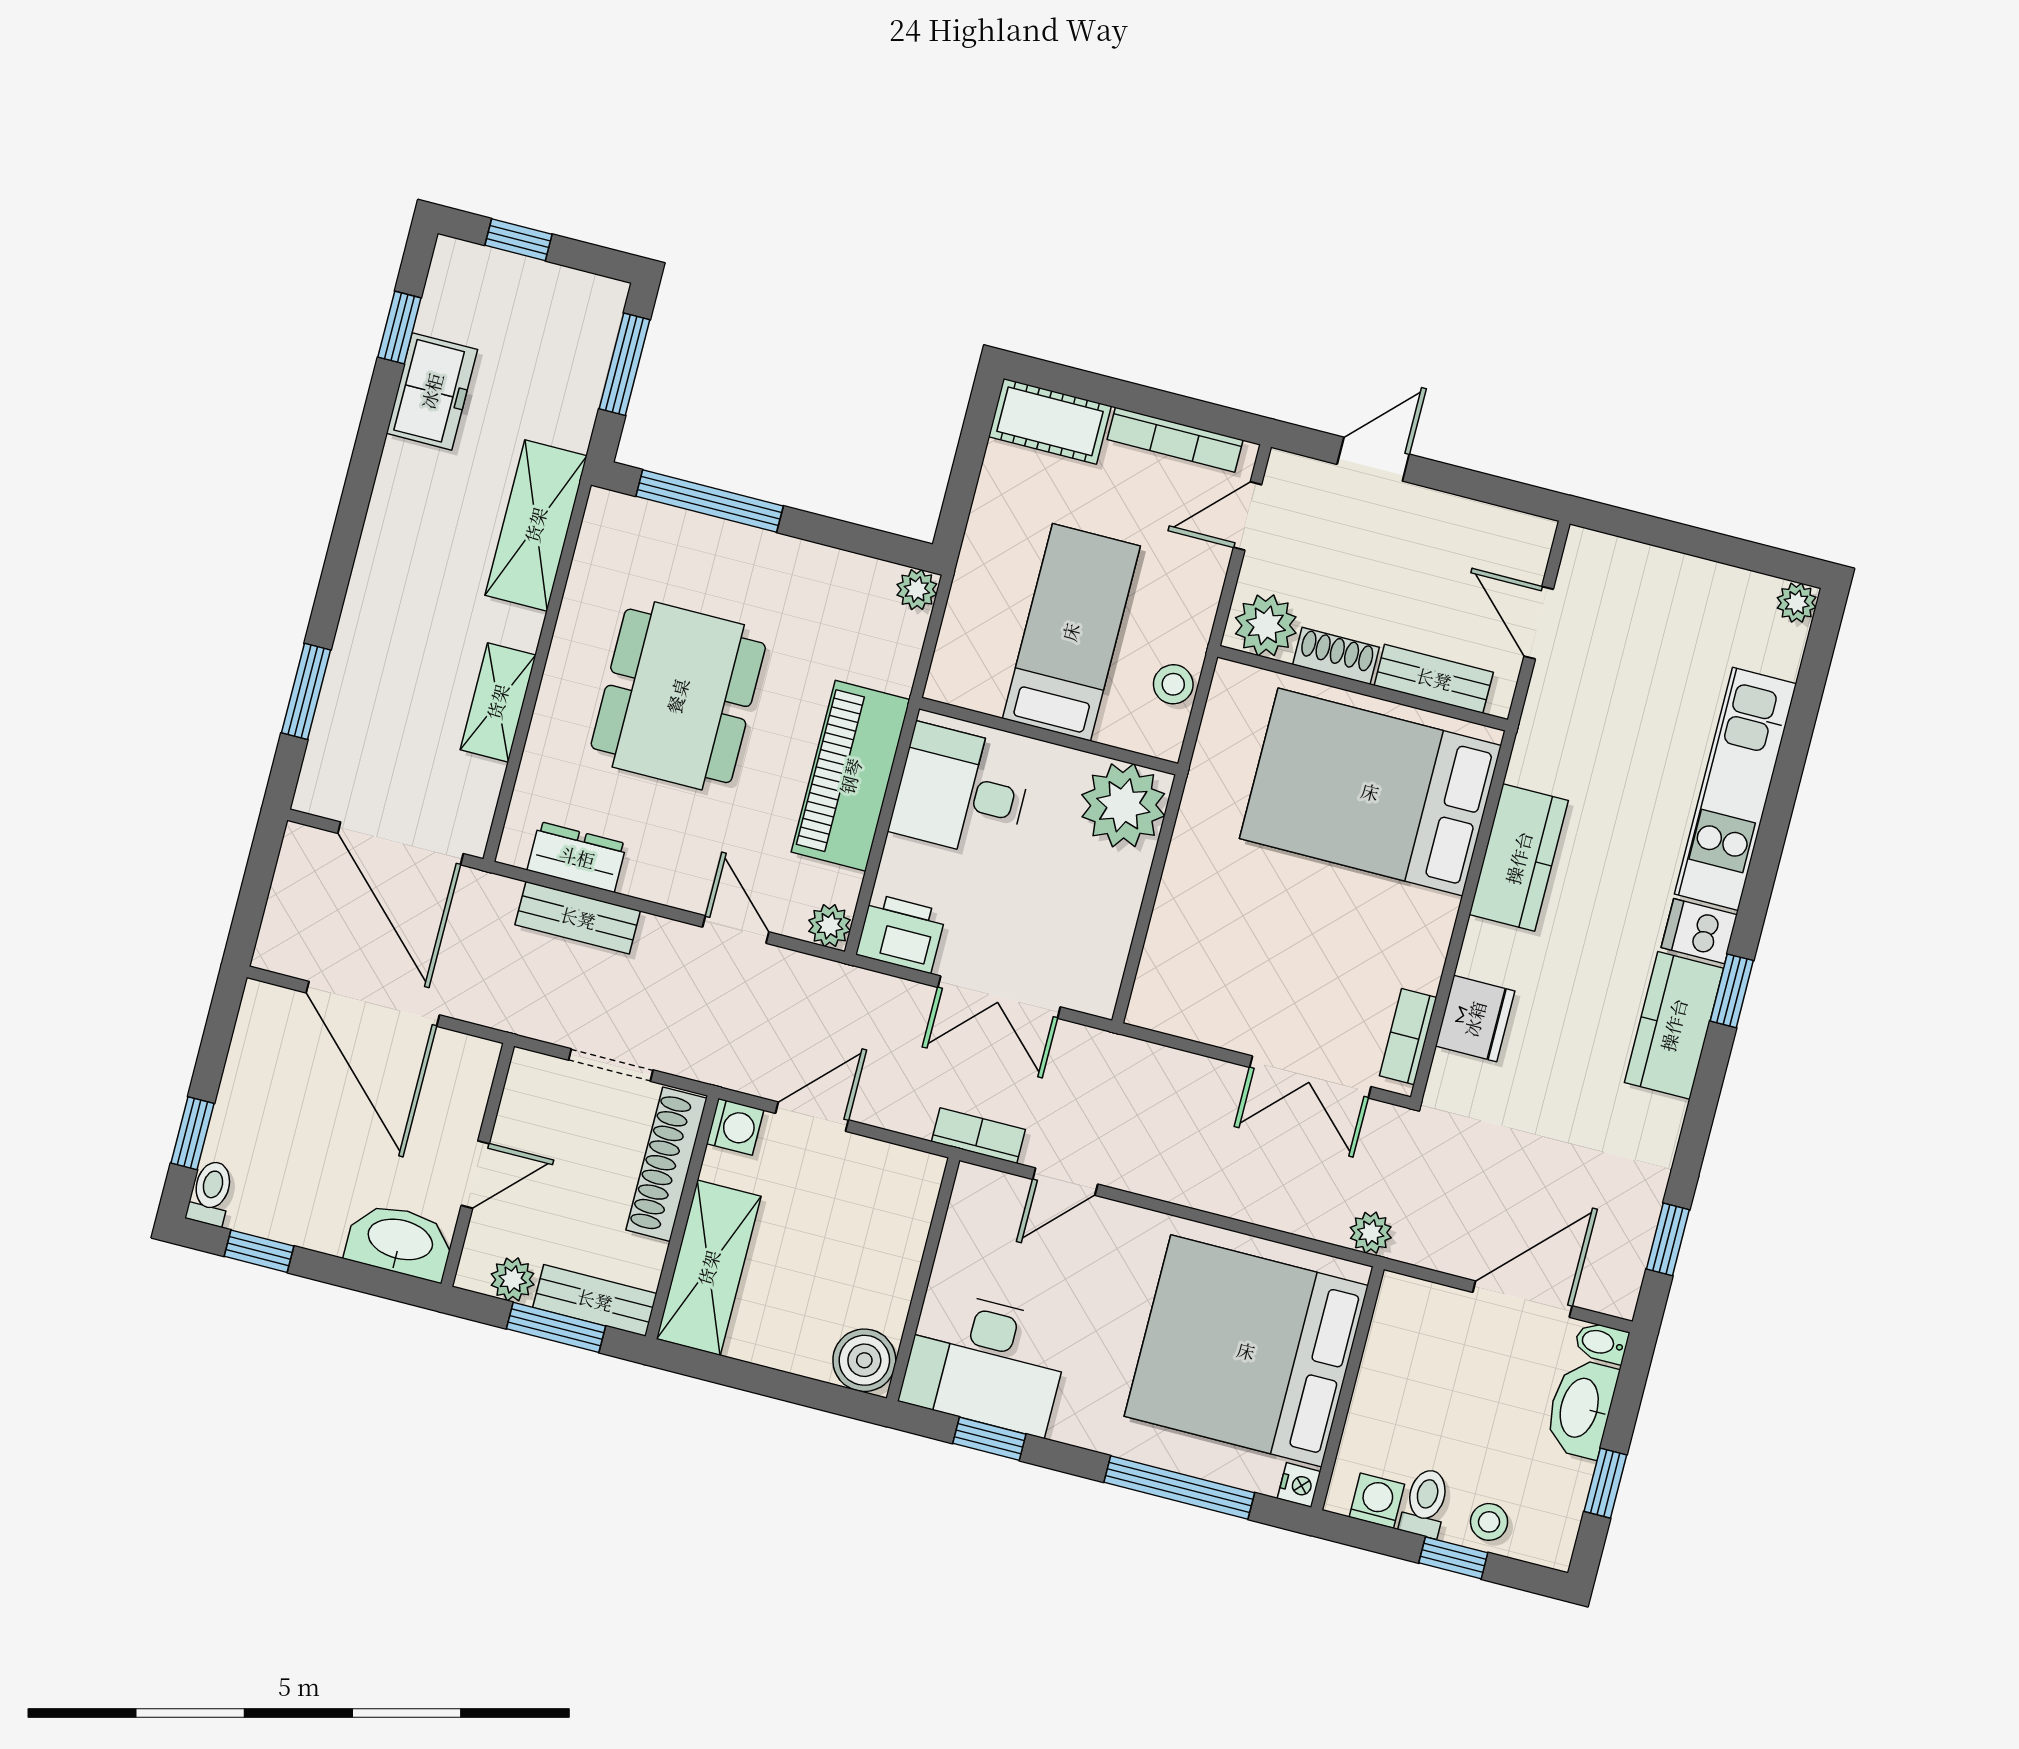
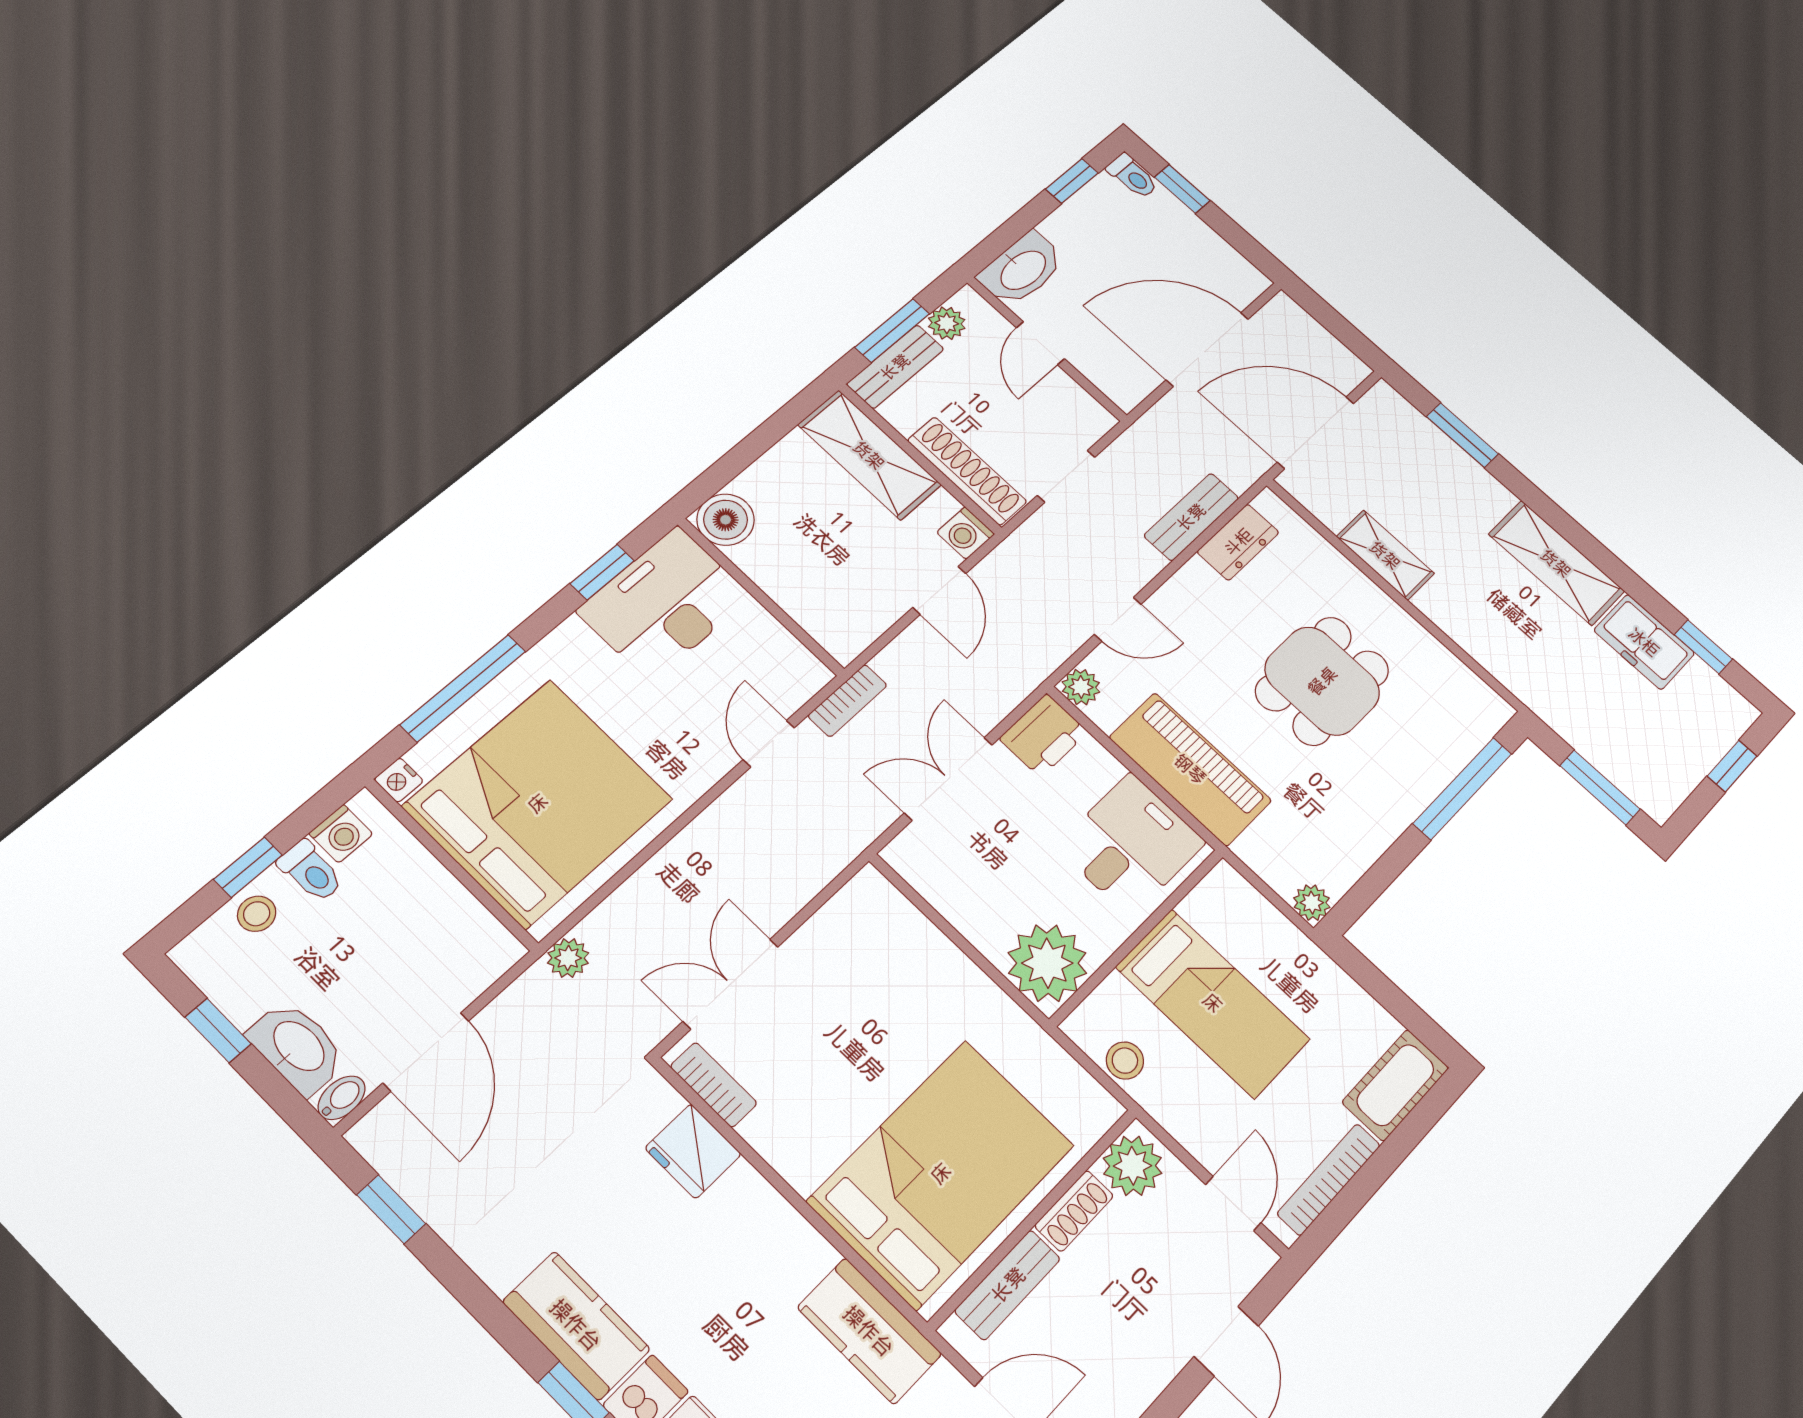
shelving: (536, 525) -> (1556, 563), moved
dining table: (678, 696) -> (1322, 681), width x0.73
kitchen counter: (1519, 858) -> (869, 1331), moved

